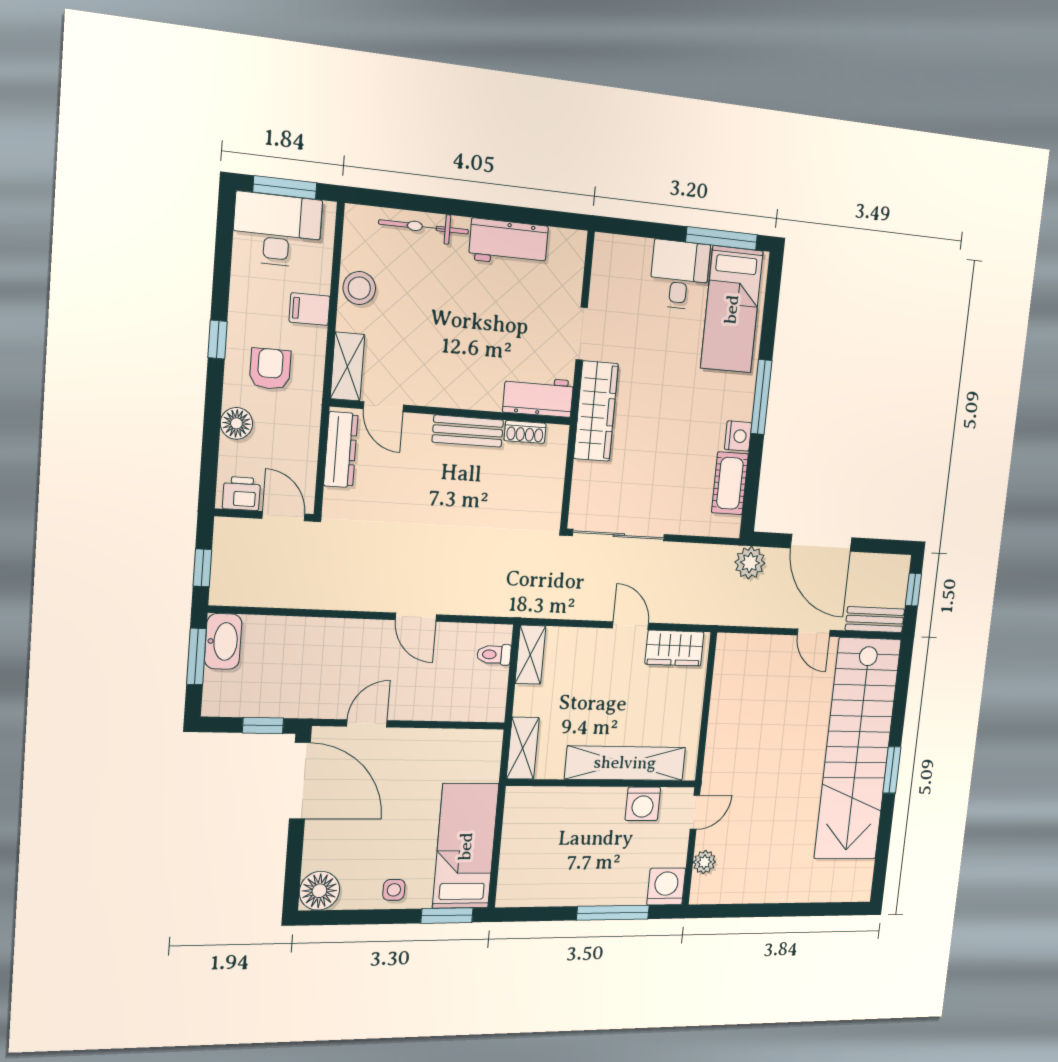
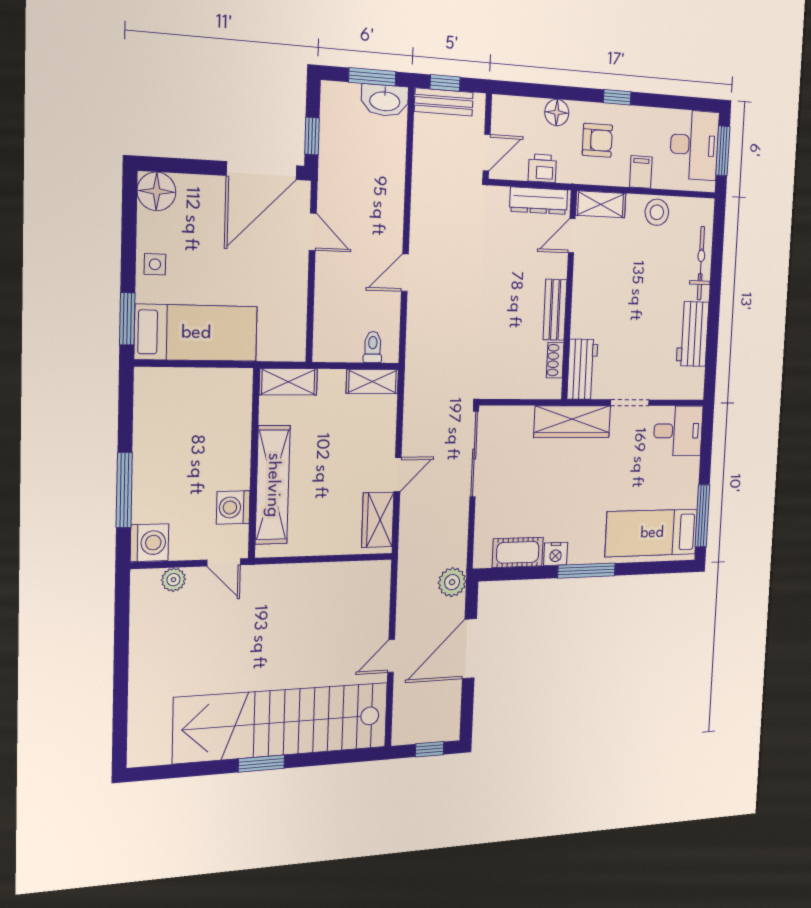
desk: (680, 275) -> (678, 431), moved
printer: (241, 494) -> (542, 168), moved, turned -90
bench: (875, 620) -> (444, 102), moved, turned 90

